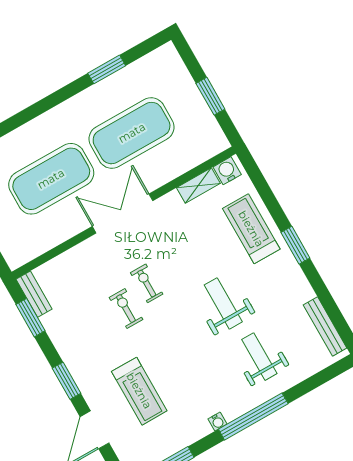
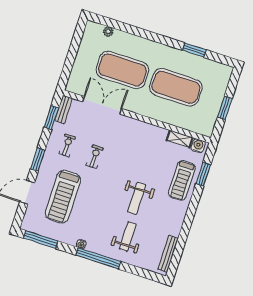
double door: (123, 213) -> (102, 105), moved
treadmill: (251, 229) -> (182, 180), turned 180
window: (295, 245) -> (203, 174), moved
exercise bike: (147, 283) -> (67, 145), moved
weight bench: (223, 303) -> (137, 198), turned 180
treadmill: (139, 391) -> (63, 197), width x1.37, depth x1.38

